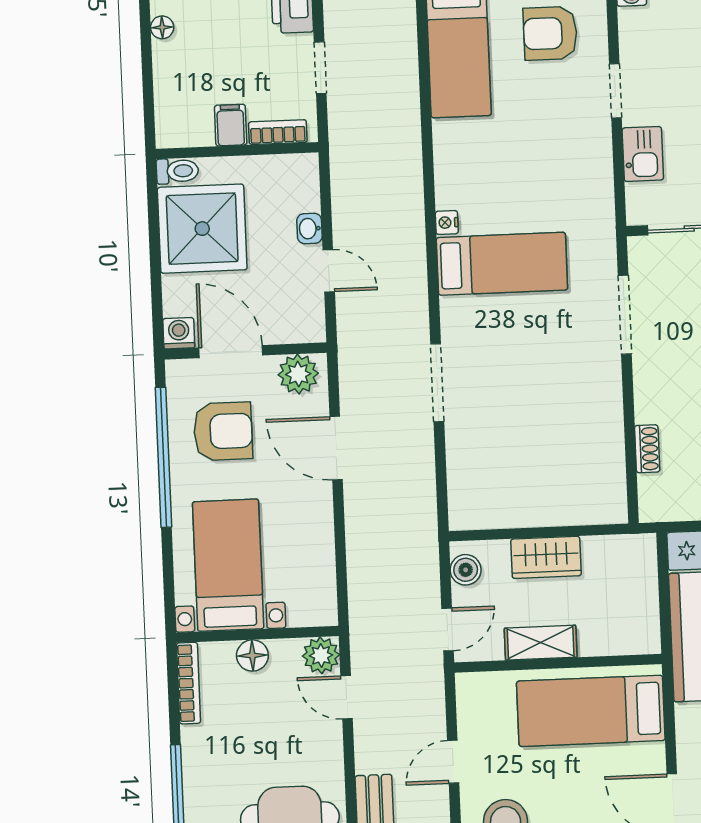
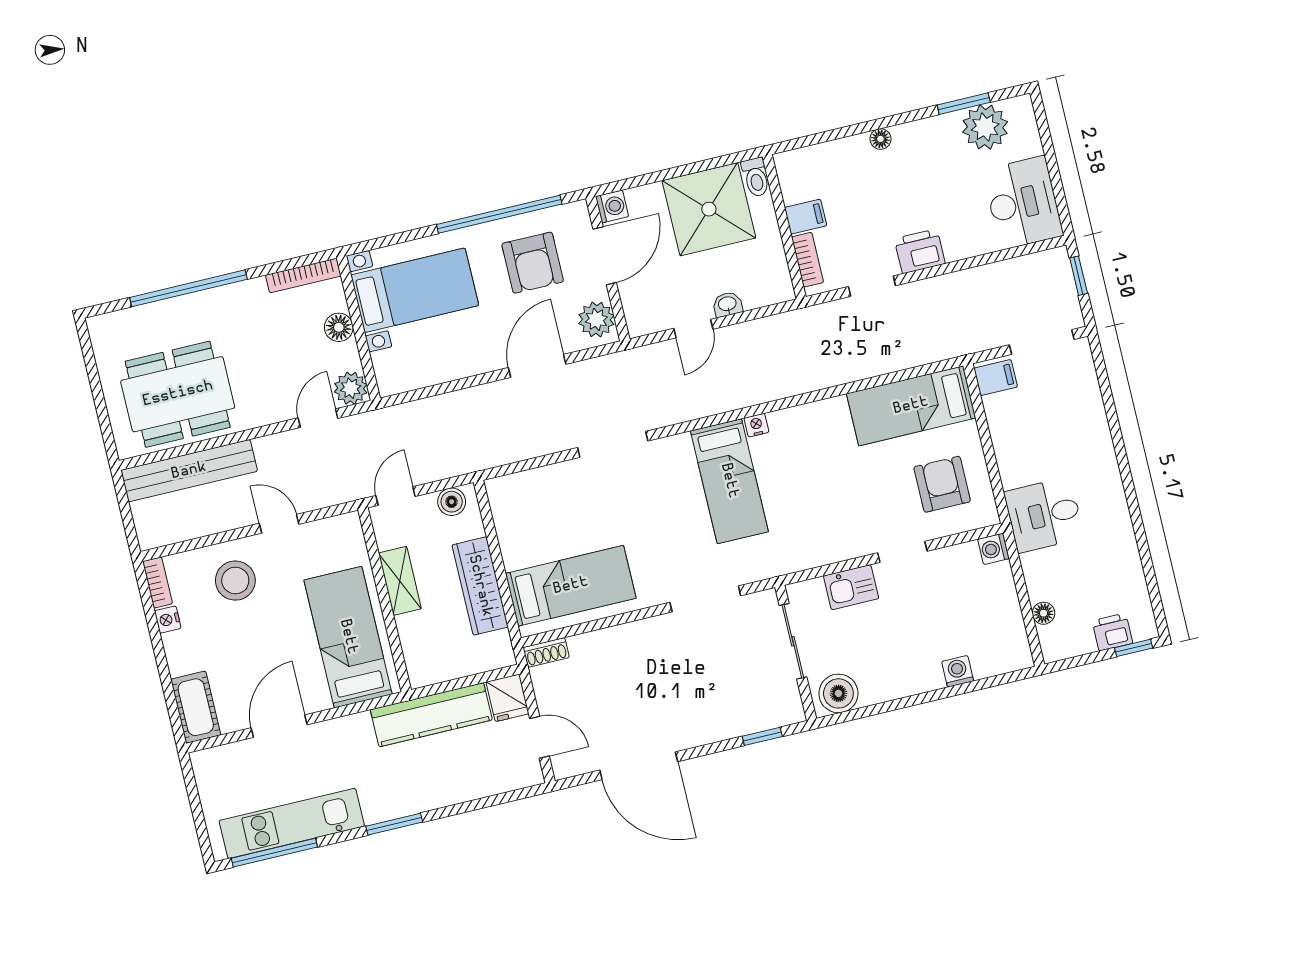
shoe rack: (647, 449) -> (546, 652), moved
bed: (582, 458) -> (571, 586), added
wardrobe: (546, 557) -> (480, 586), width x1.50
door: (448, 629) -> (396, 496), swing flipped

